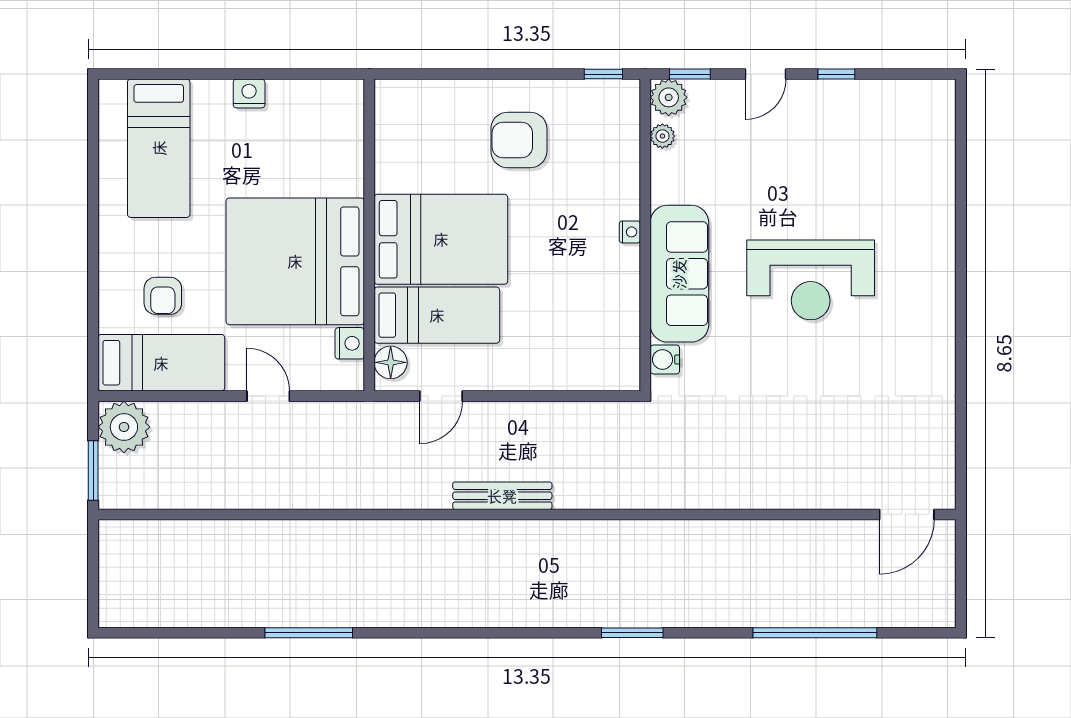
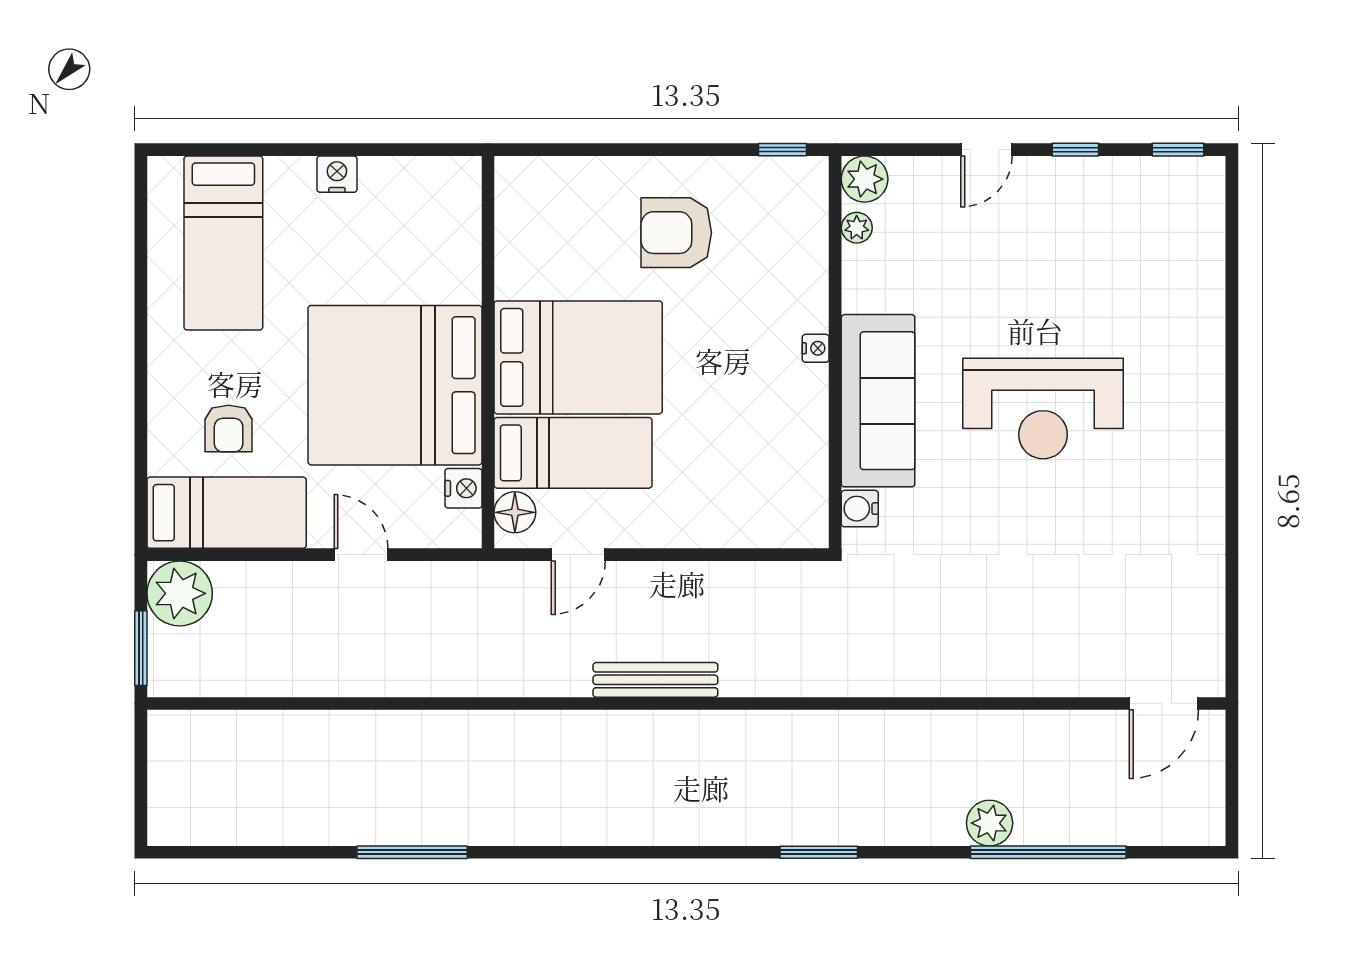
window: (690, 74) -> (1178, 150), moved
plant: (768, 610) -> (990, 823), added

